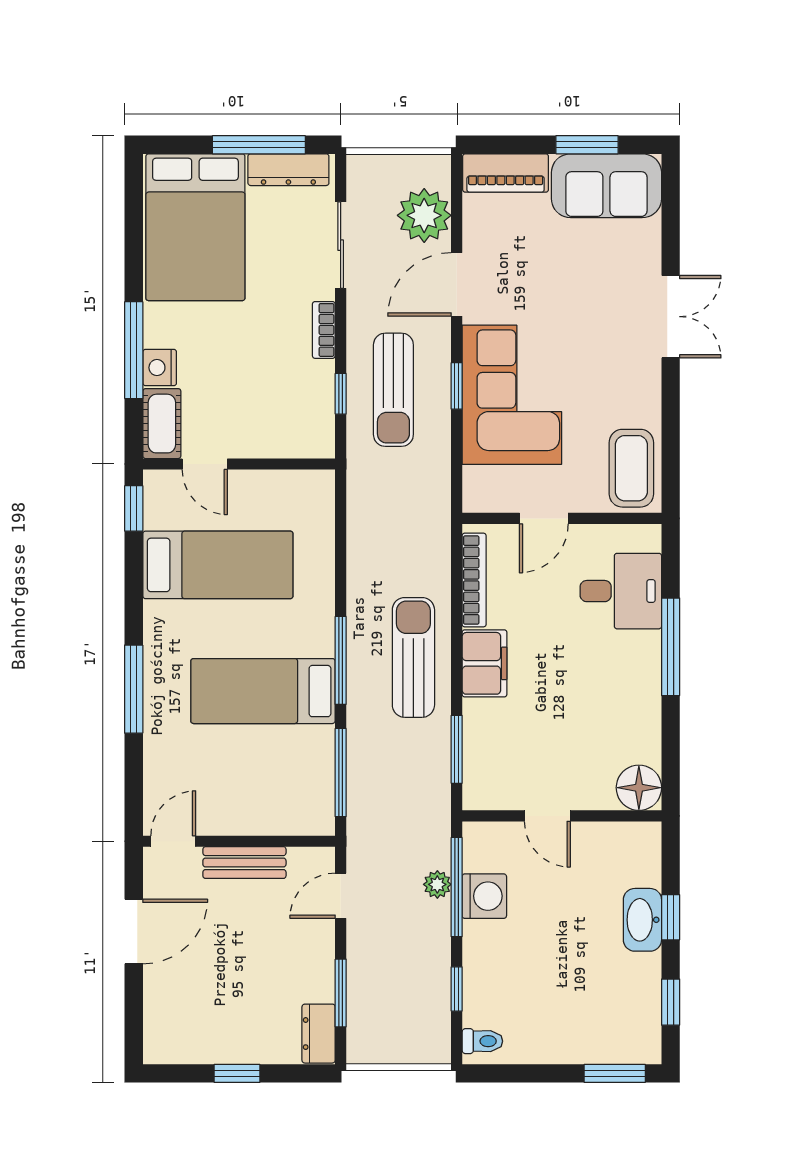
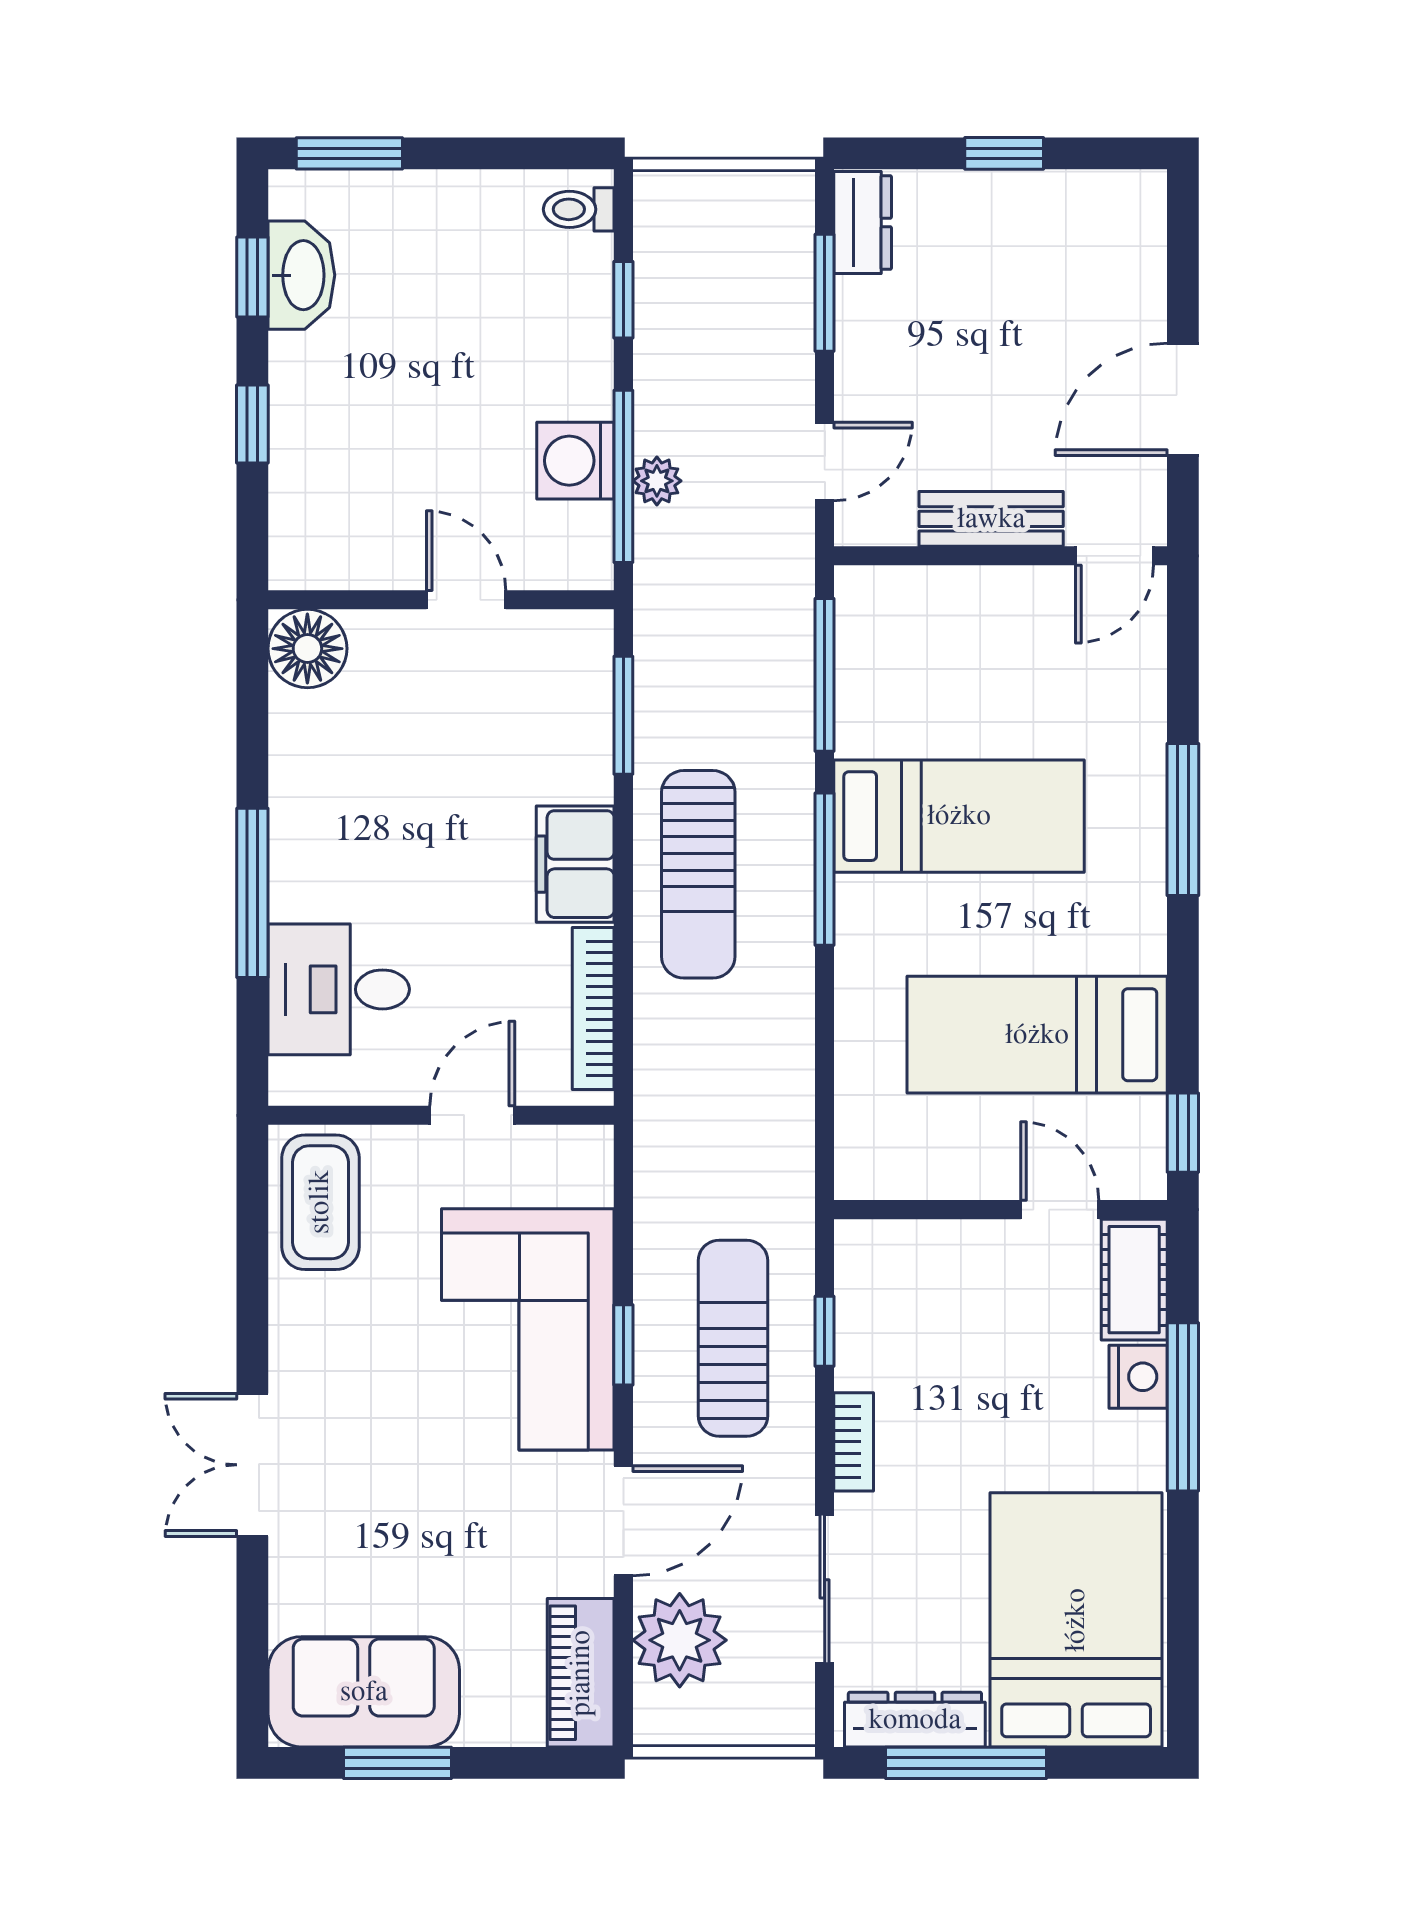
piano: (506, 173) -> (581, 1673), moved, turned -90
washbasin: (642, 920) -> (301, 275), moved

